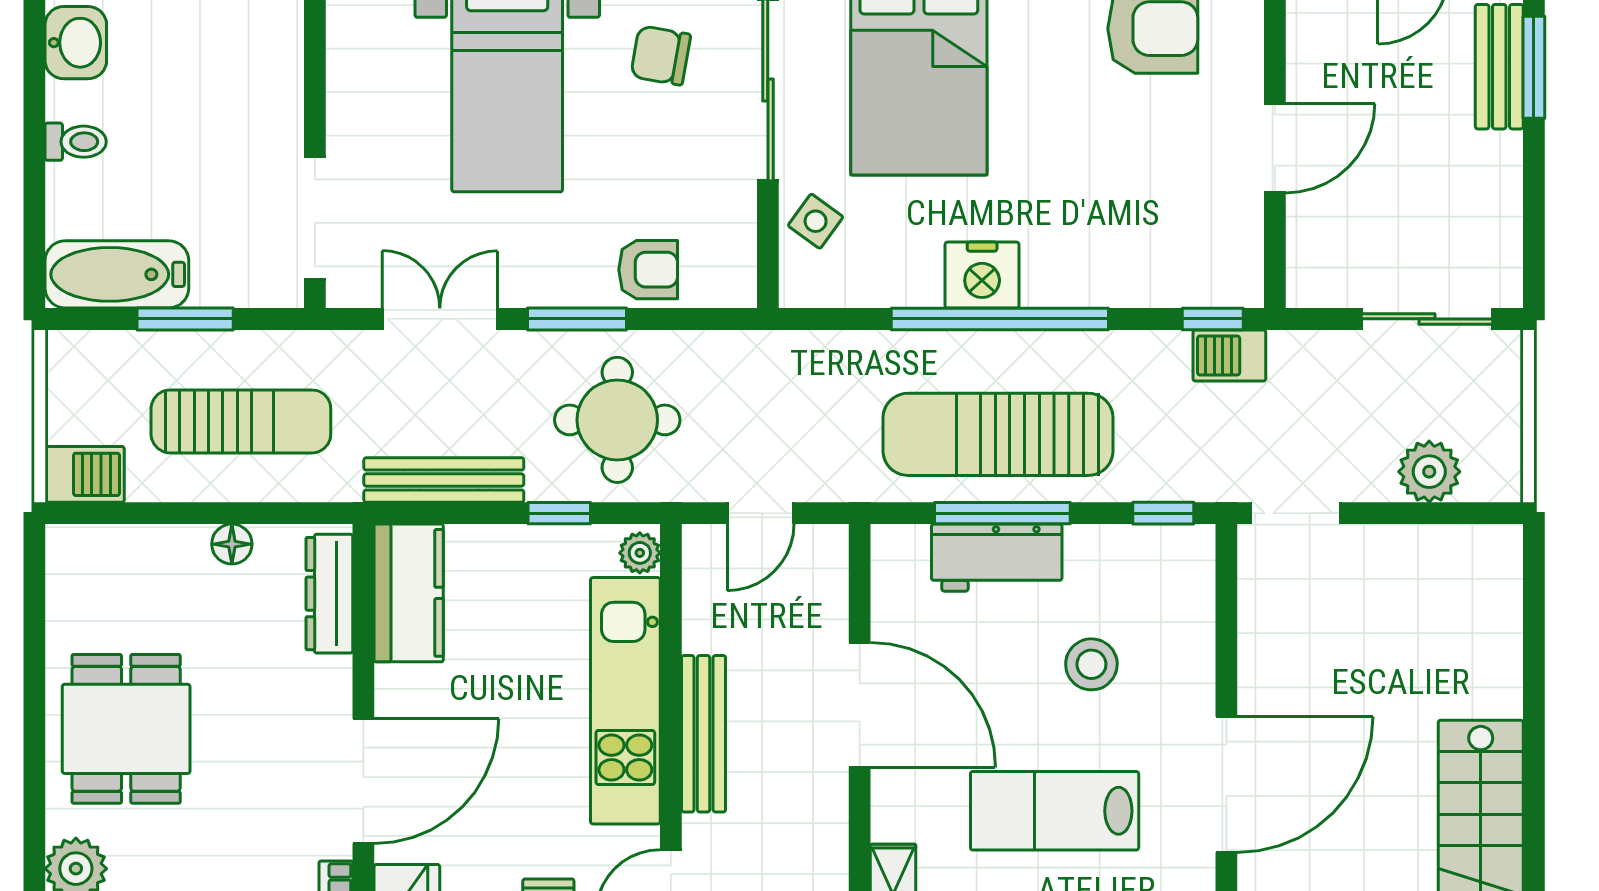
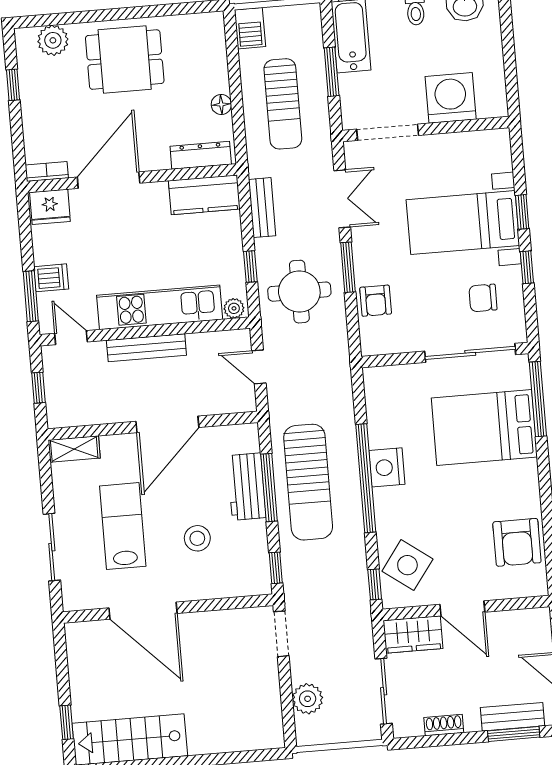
chair: (661, 55) -> (483, 298), turned -100
washing machine: (257, 86) -> (451, 98), added
shoe rack: (1504, 205) -> (444, 725), added
side table: (816, 221) -> (407, 565), moved, width x1.87, depth x1.87
wardrobe: (1319, 251) -> (413, 634), added
barbecue: (1229, 355) -> (357, 594), removed
sun lounger: (998, 434) -> (308, 482), turned 180
bench: (444, 480) -> (262, 208), width x0.73
door: (363, 781) -> (109, 180), swing flipped

